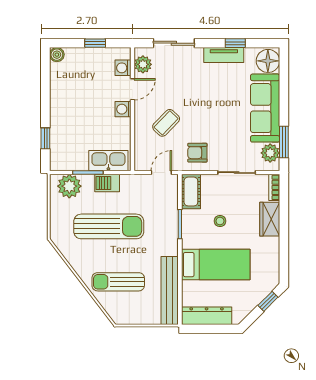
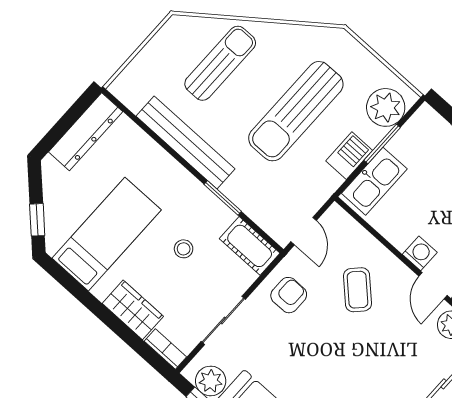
bed: (216, 265) -> (107, 234), moved, turned 180
bench: (170, 291) -> (185, 142), moved

